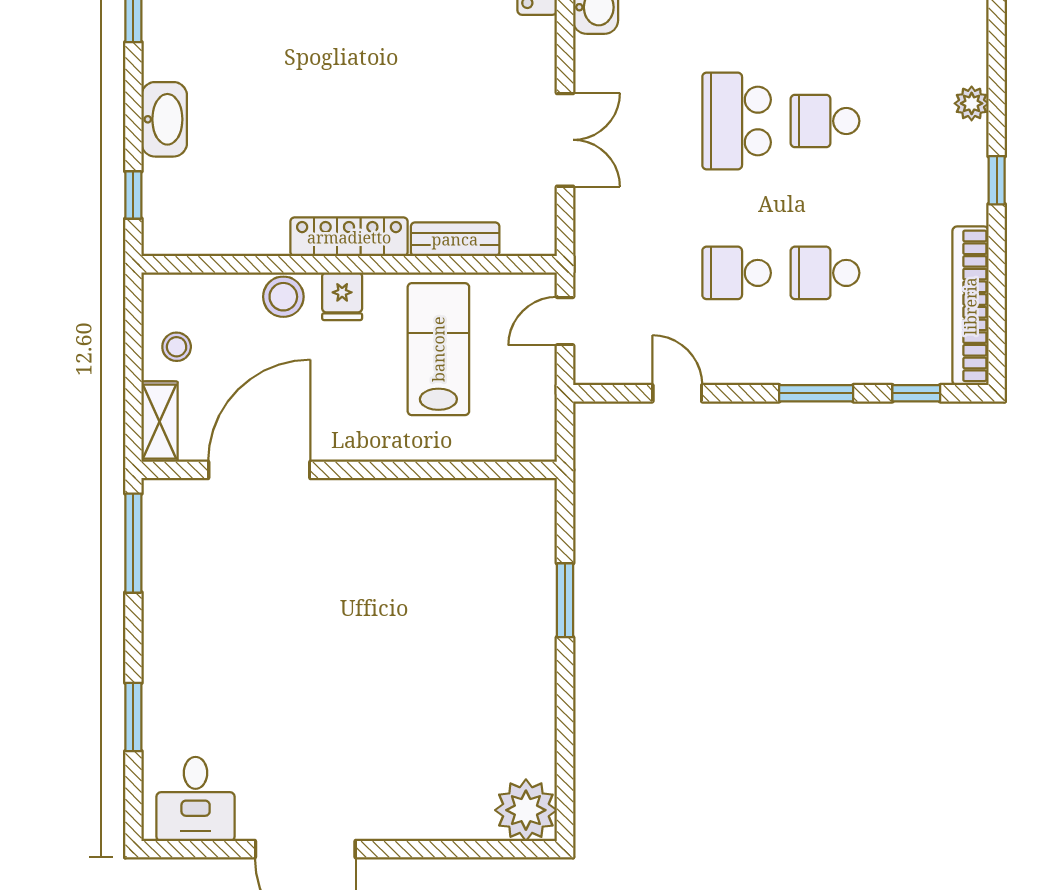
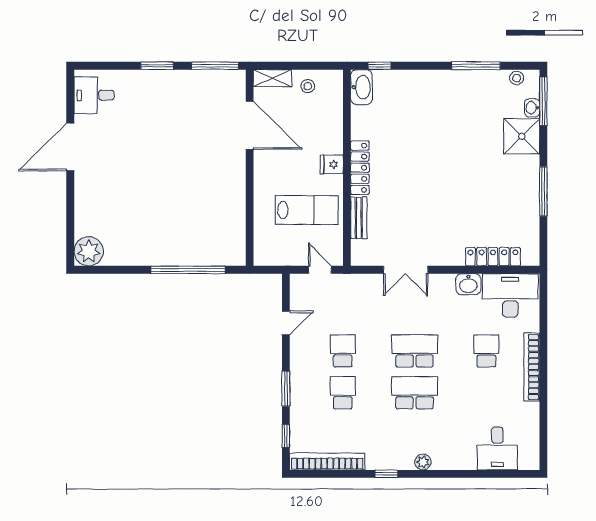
washbasin: (164, 119) -> (361, 87), moved, turned -90
school desk: (825, 121) -> (415, 393), width x1.85
stool: (283, 297) -> (331, 137), removed
window: (565, 600) -> (188, 270), width x2.11
window: (133, 717) -> (157, 66), moved

